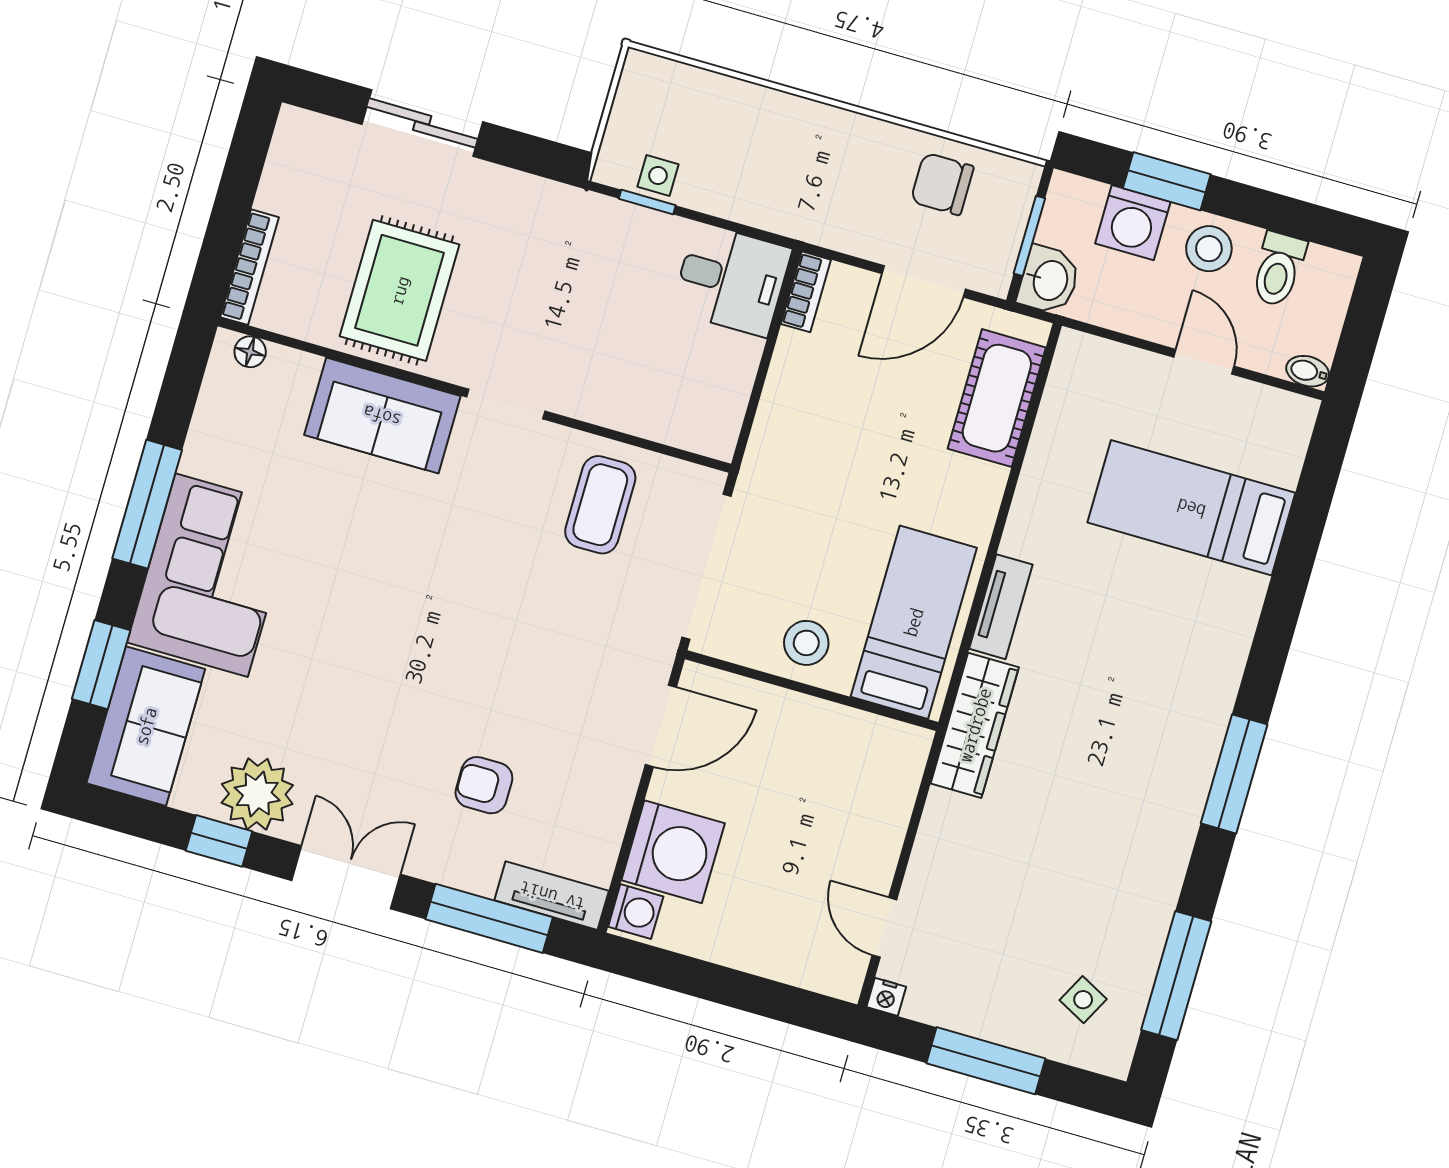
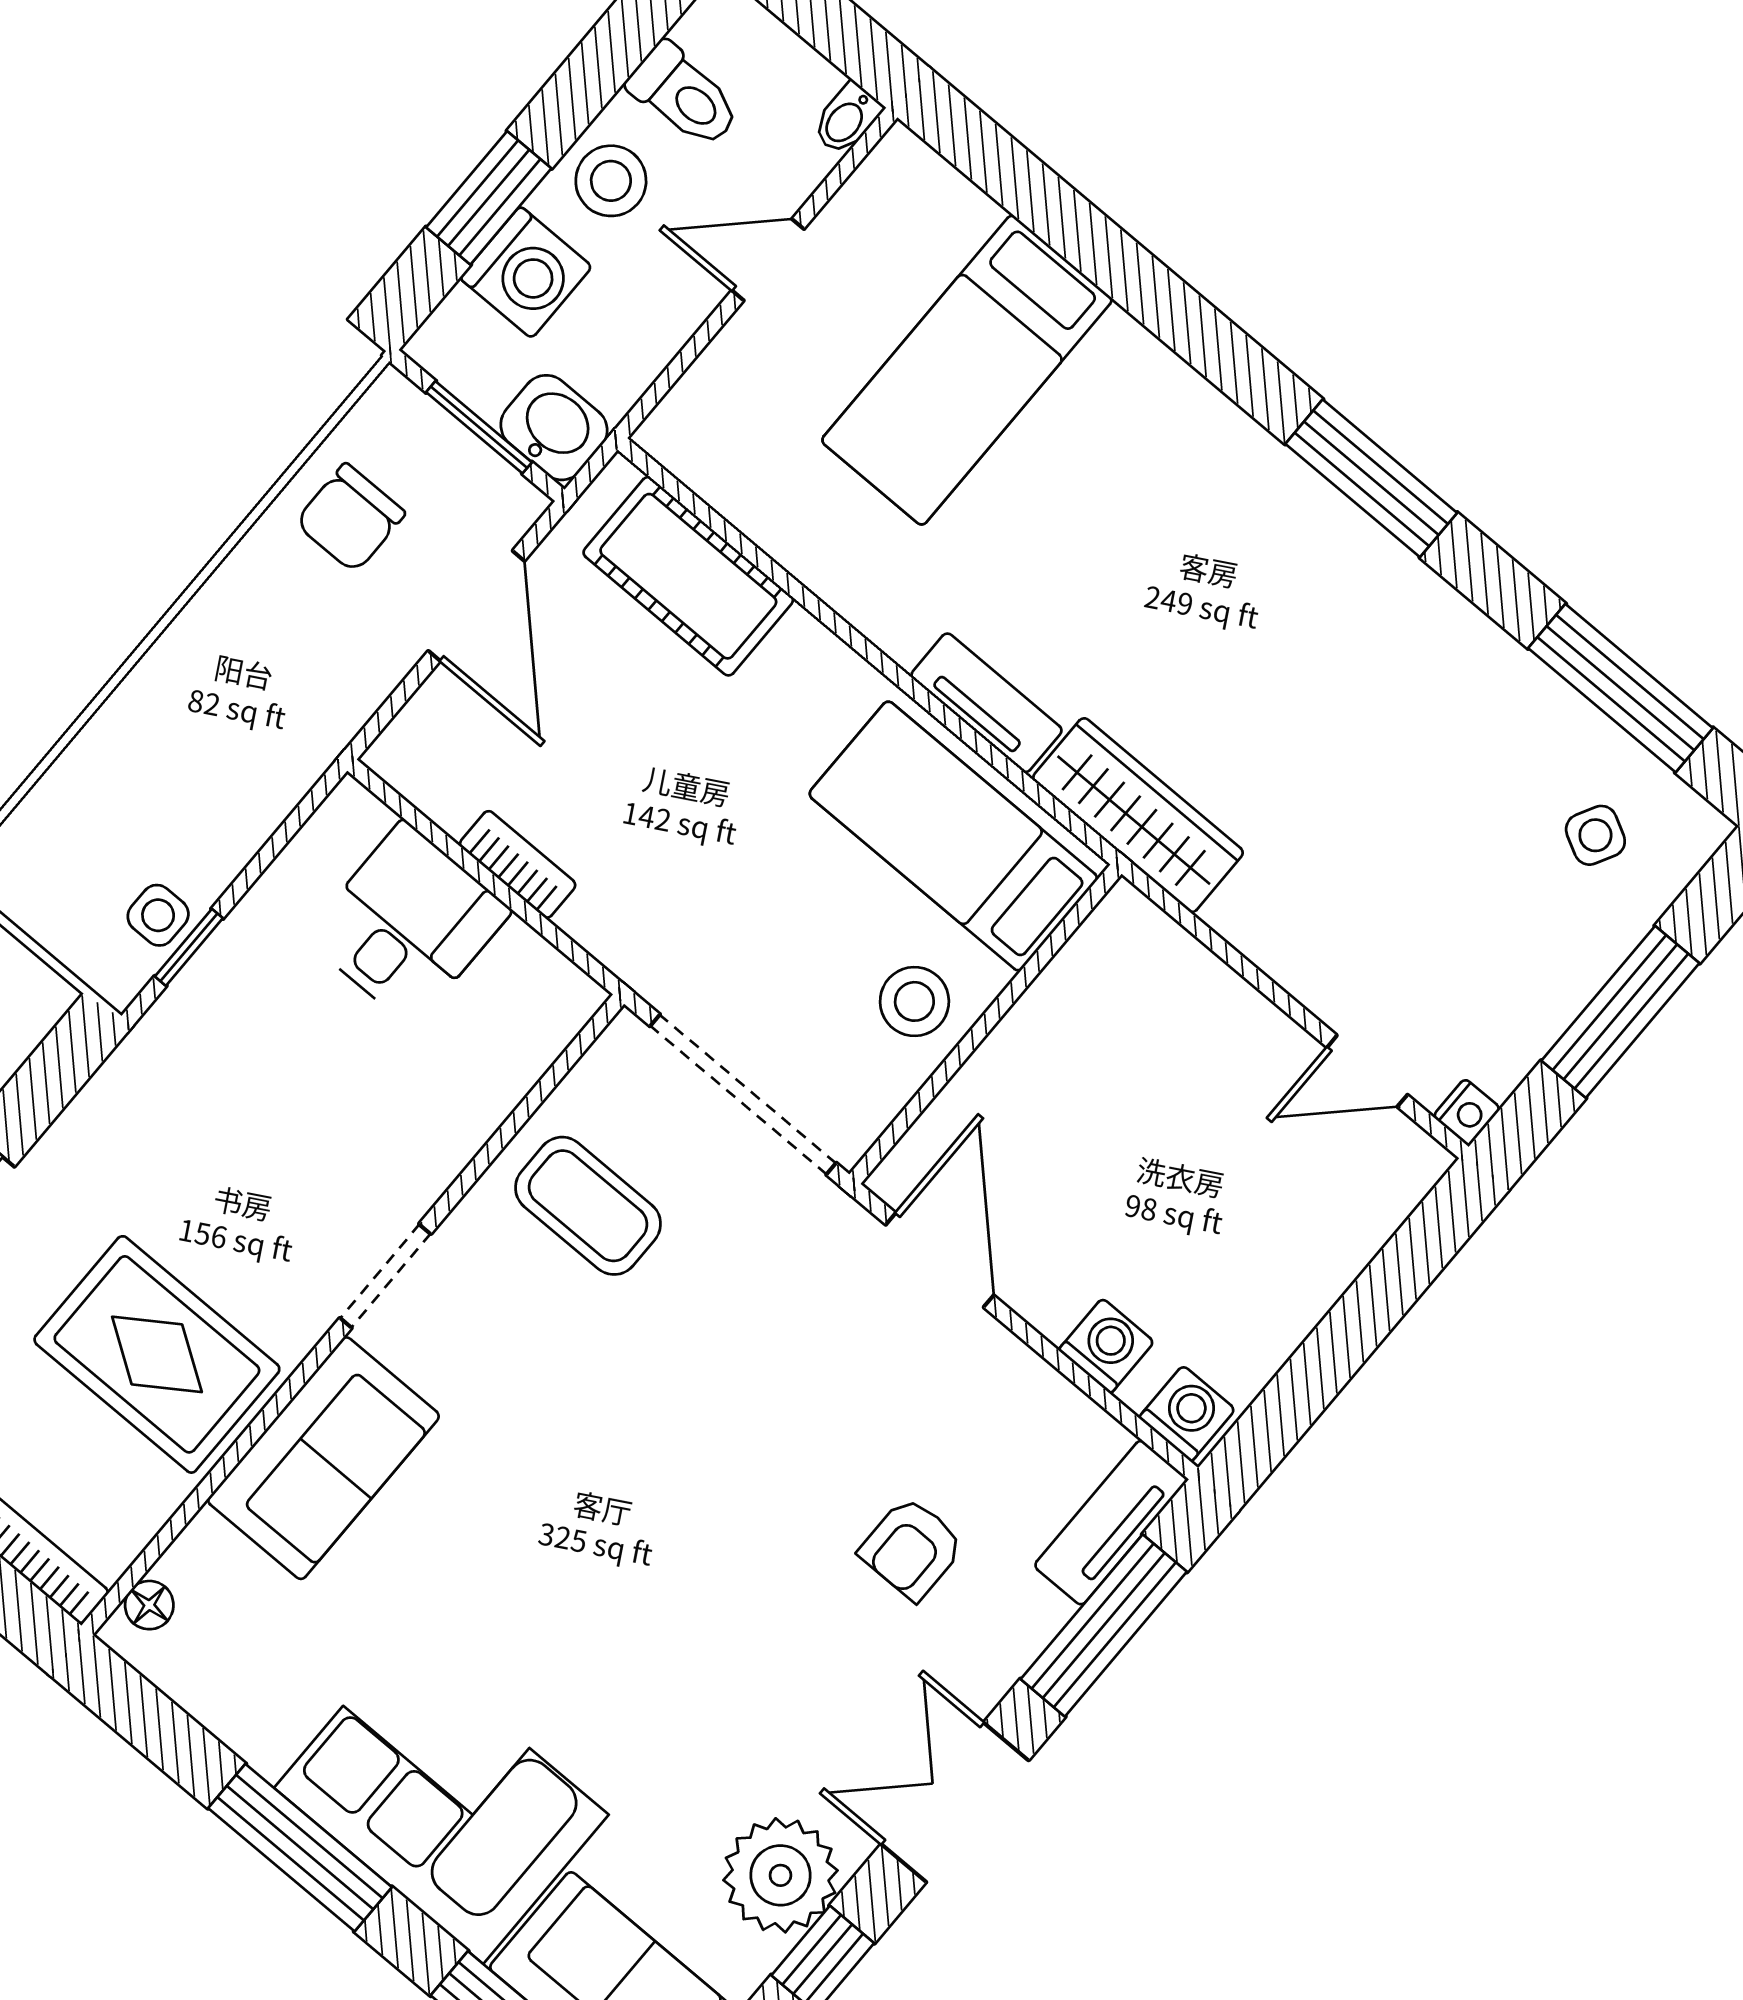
desk: (731, 280) -> (408, 924), moved
bookcase: (806, 292) -> (518, 864), moved
washing machine: (673, 852) -> (1106, 1346), width x0.53, depth x0.53

